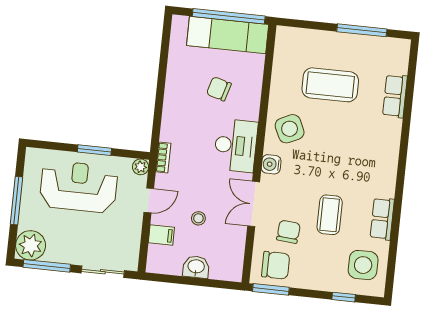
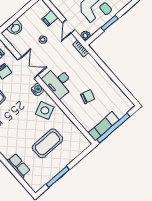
exam couch: (228, 35) -> (104, 126), width x0.73, depth x0.69
washbasin: (196, 267) -> (15, 28), moved

